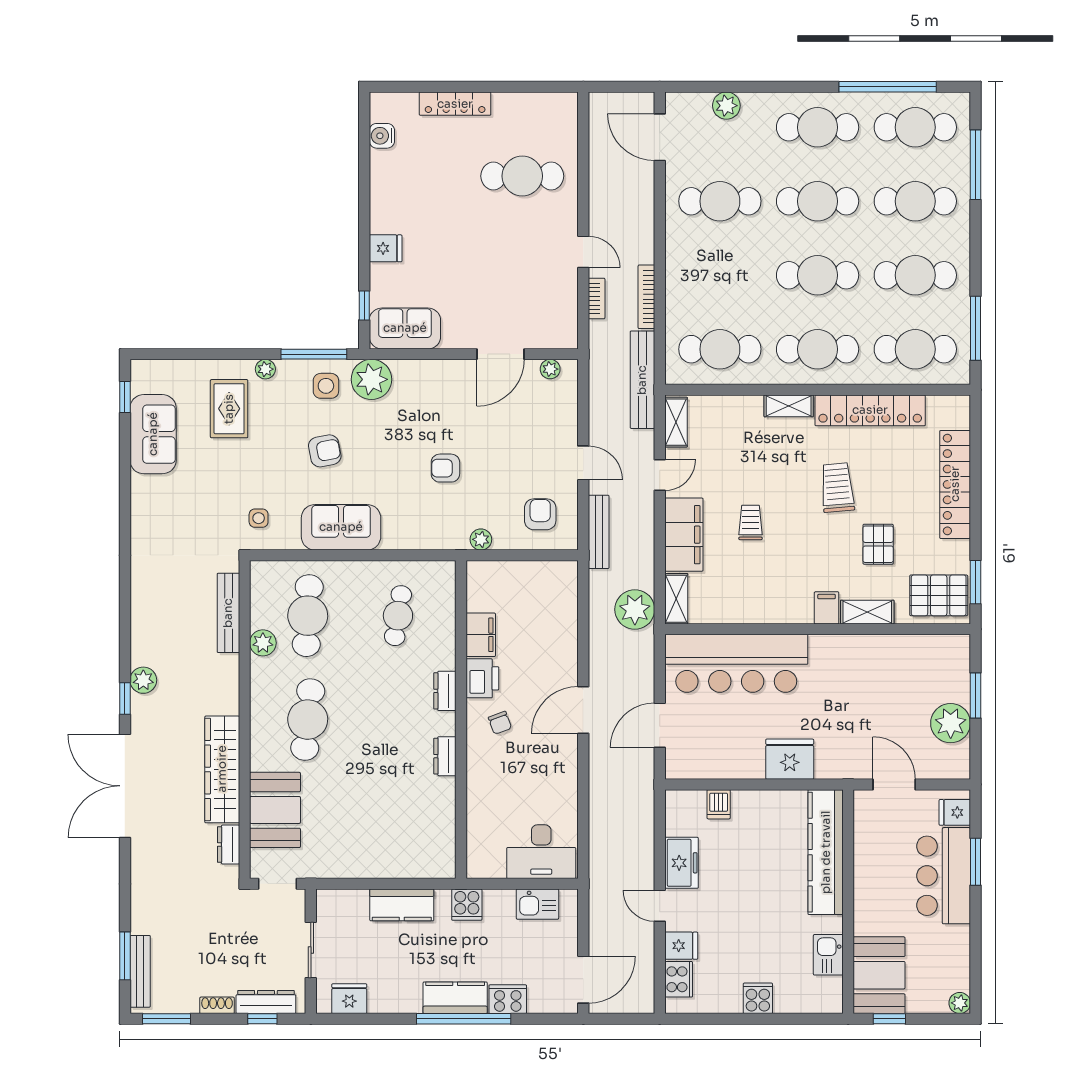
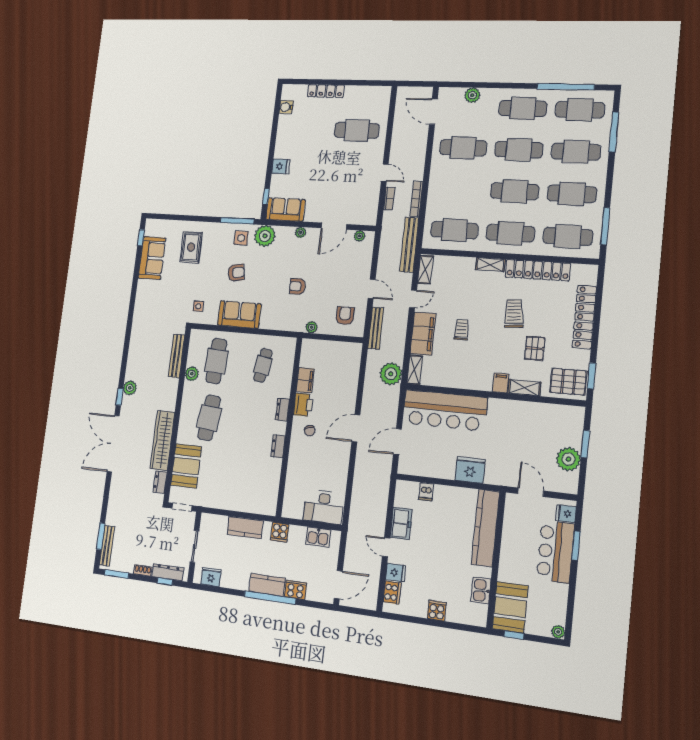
plant: (265, 369) -> (301, 232), moved

